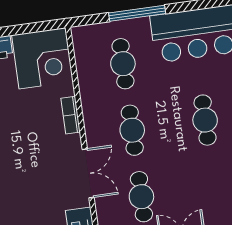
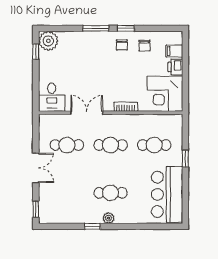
window: (137, 13) -> (185, 159), width x0.46
double door: (88, 173) -> (87, 113), swing flipped

